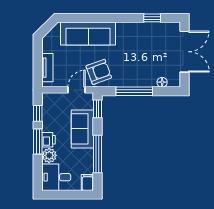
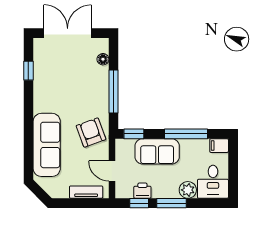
door: (77, 90) -> (112, 171), moved
printer: (49, 140) -> (142, 191), moved

